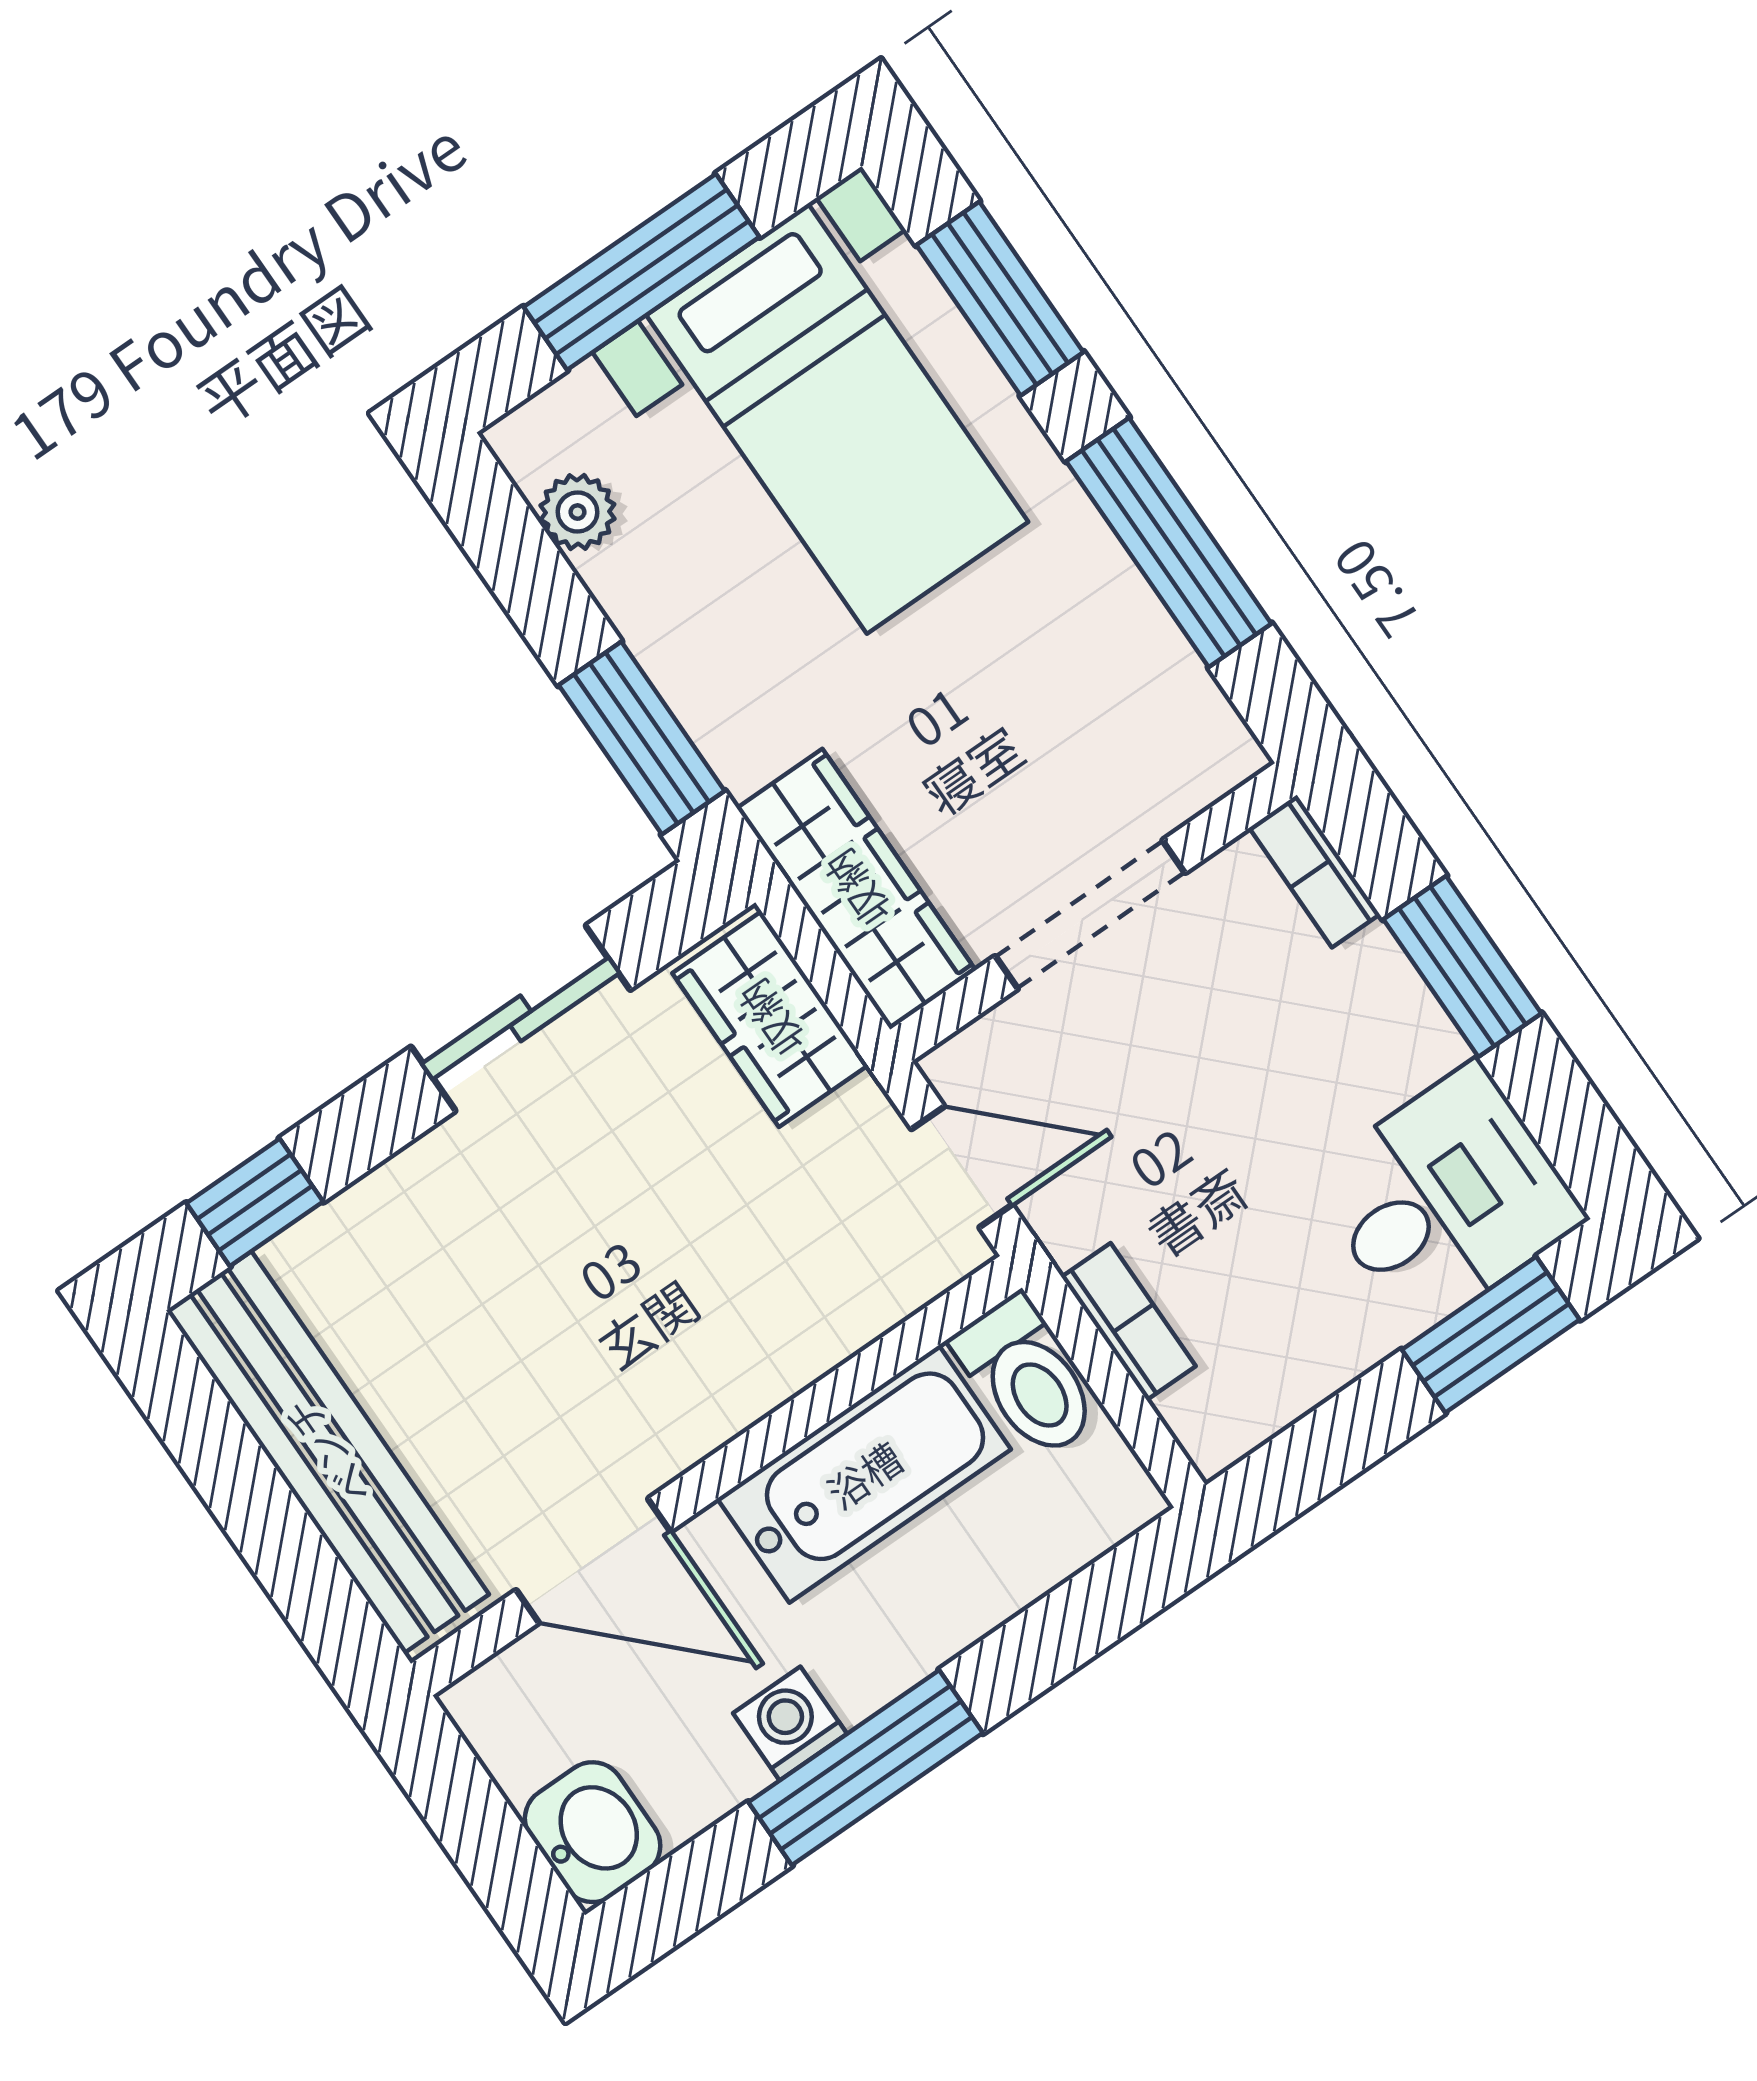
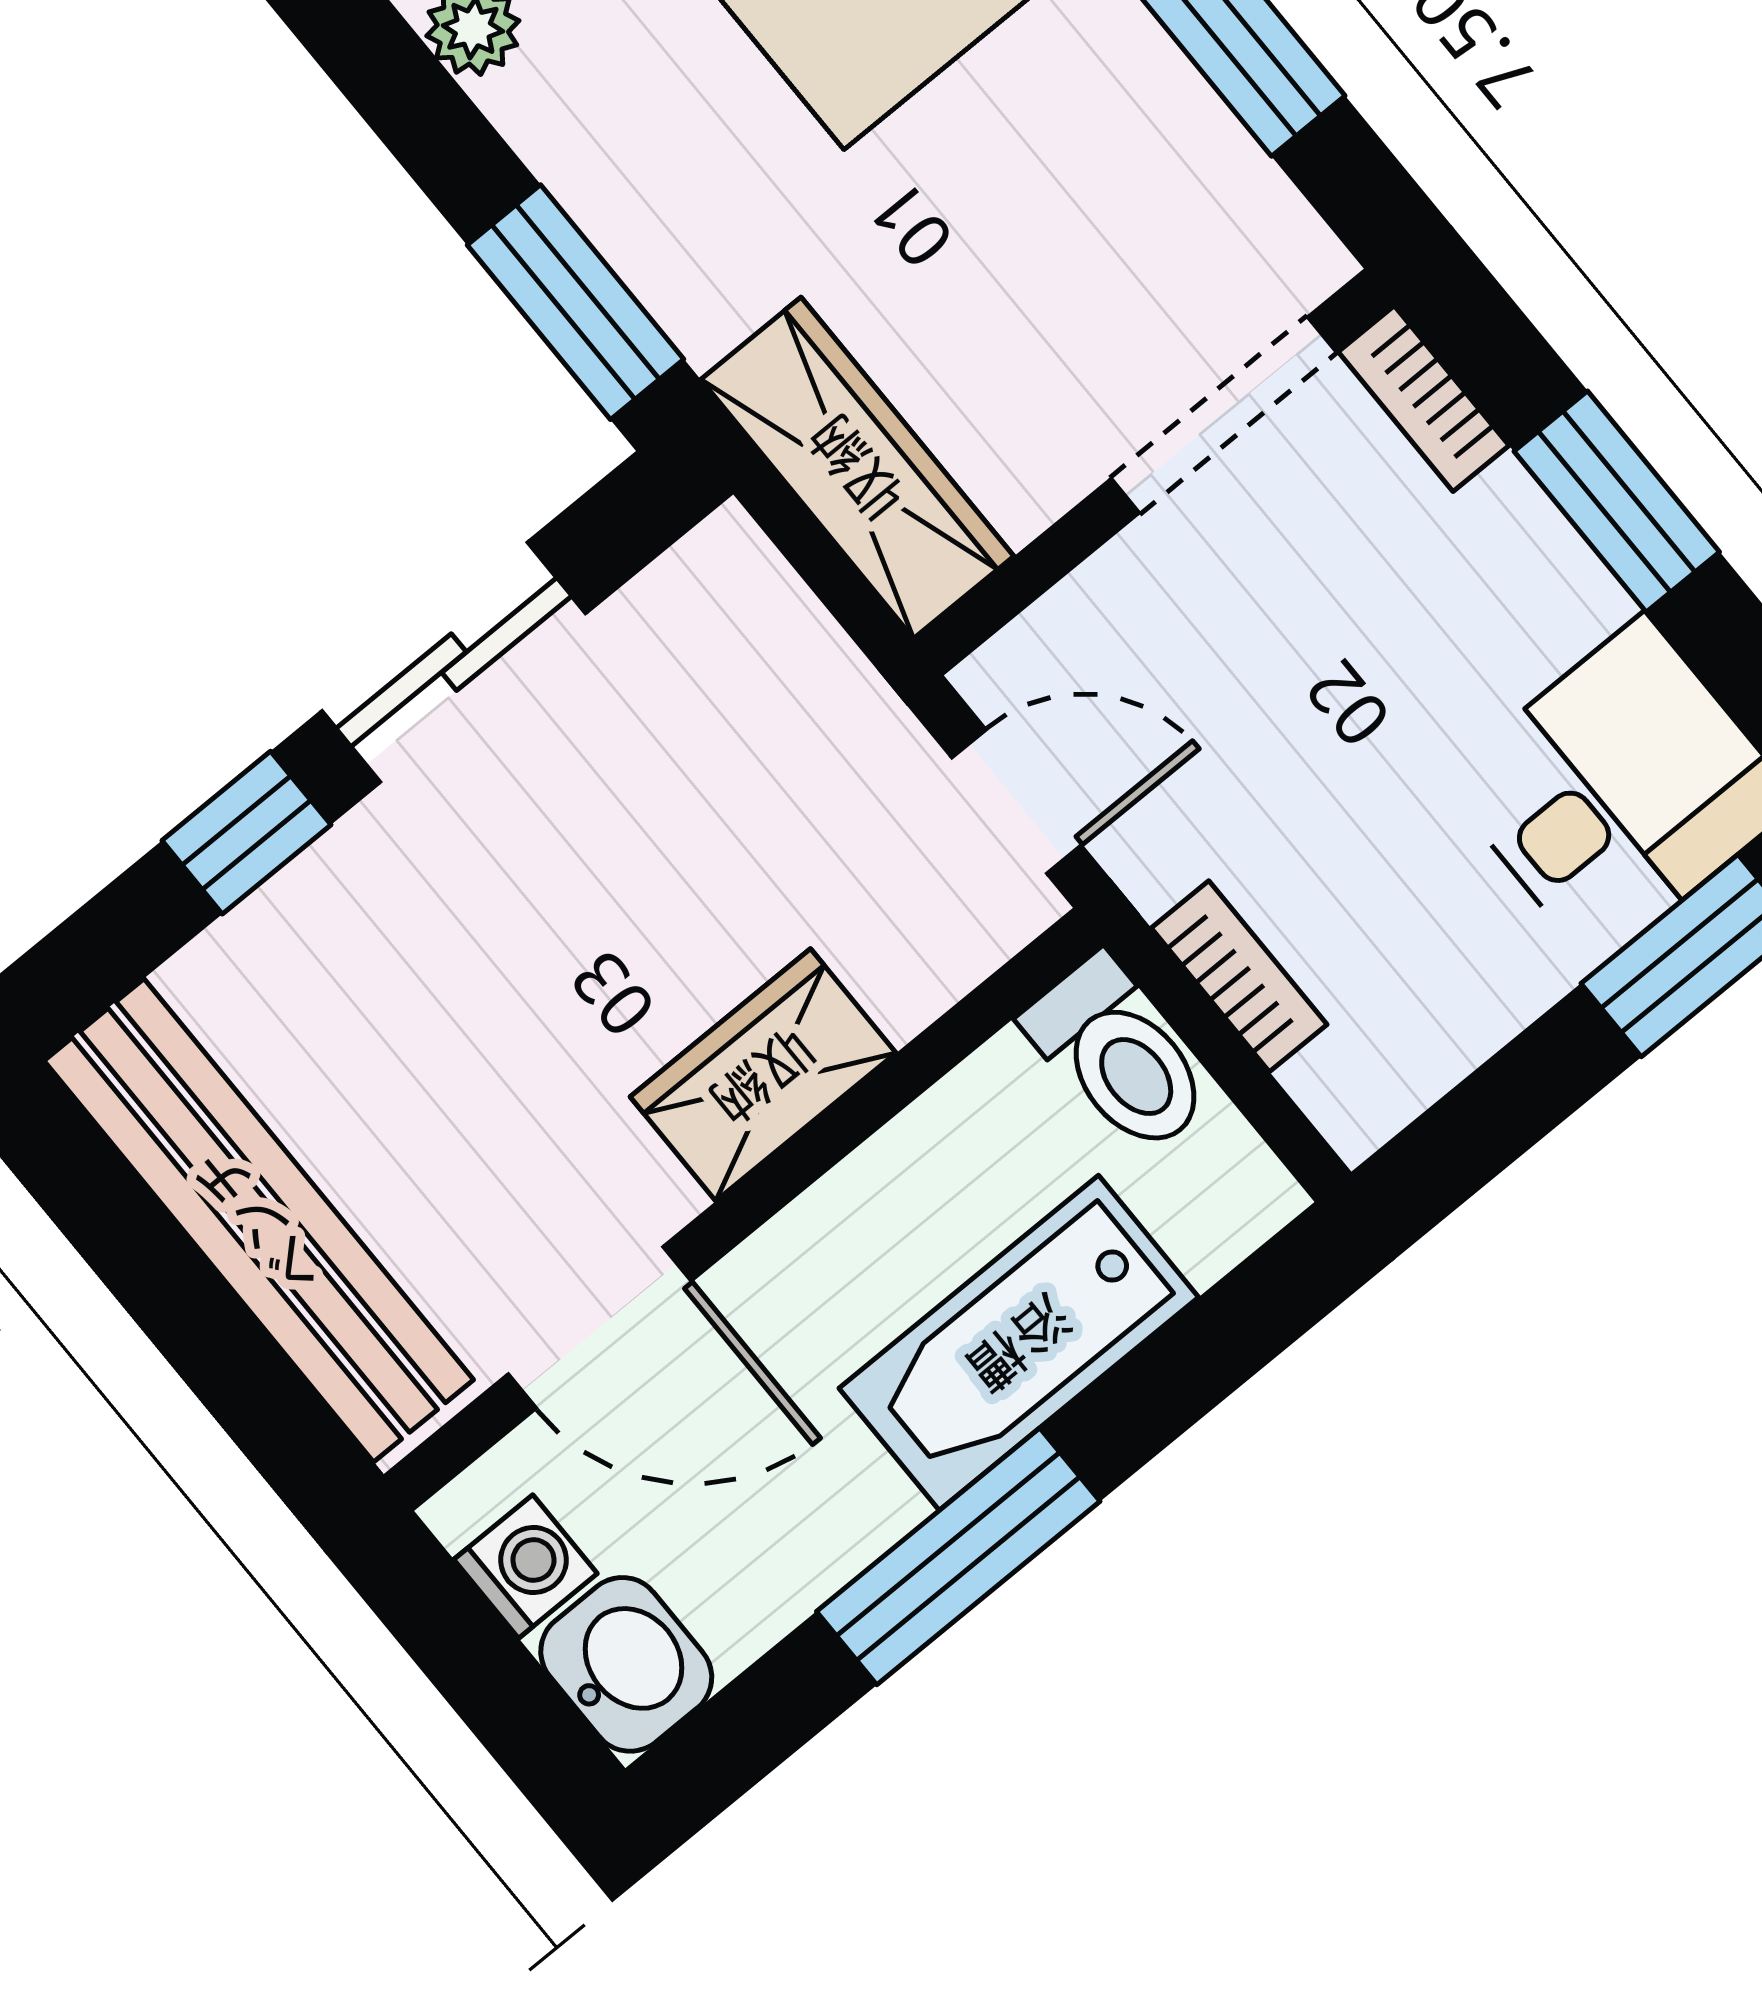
doorway: (1090, 915) -> (1224, 415), moved
wardrobe: (770, 1019) -> (763, 1075), moved, turned 90
window: (255, 1202) -> (246, 833), moved
bathtub: (864, 1474) -> (1019, 1343), moved, turned 180
washing machine: (790, 1723) -> (526, 1567), moved, turned 90

